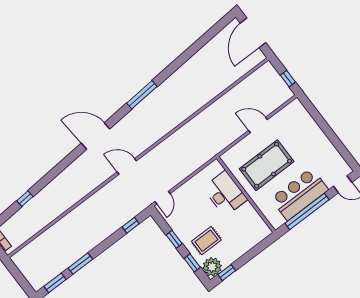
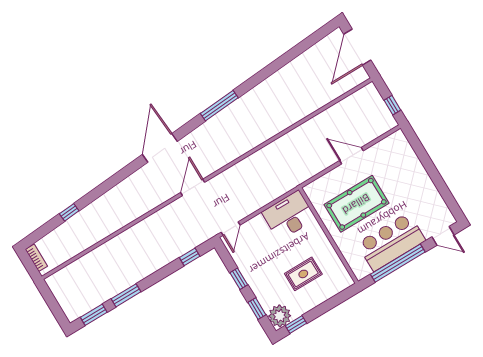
door: (95, 136) -> (160, 148), hinge flipped
door: (127, 166) -> (193, 187), hinge flipped
desk: (225, 194) -> (289, 215), moved, turned -90
rug: (206, 241) -> (303, 274), moved

